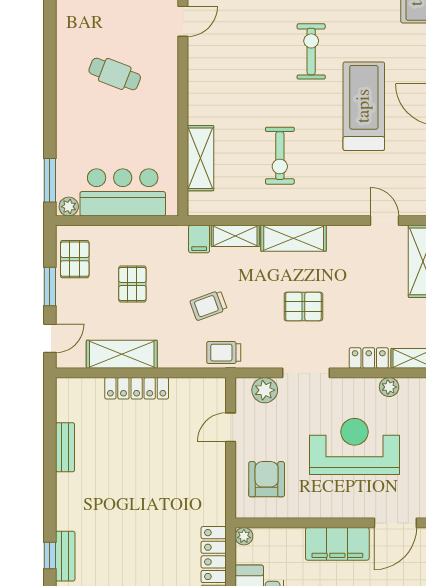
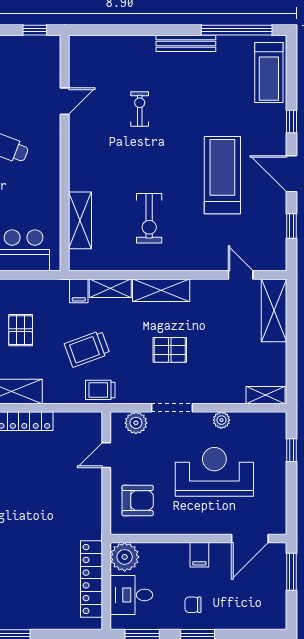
exercise bike: (311, 51) -> (140, 109), moved, width x0.73, depth x0.72
trolley: (209, 305) -> (87, 349), width x1.36, depth x1.39
locker: (369, 358) -> (227, 395), removed
plant: (389, 387) -> (221, 420), moved
armchair: (267, 479) -> (138, 500), turned 90
plant: (244, 536) -> (125, 557), width x1.87, depth x1.87
filing cabinet: (337, 544) -> (199, 555), width x0.33, depth x0.86

